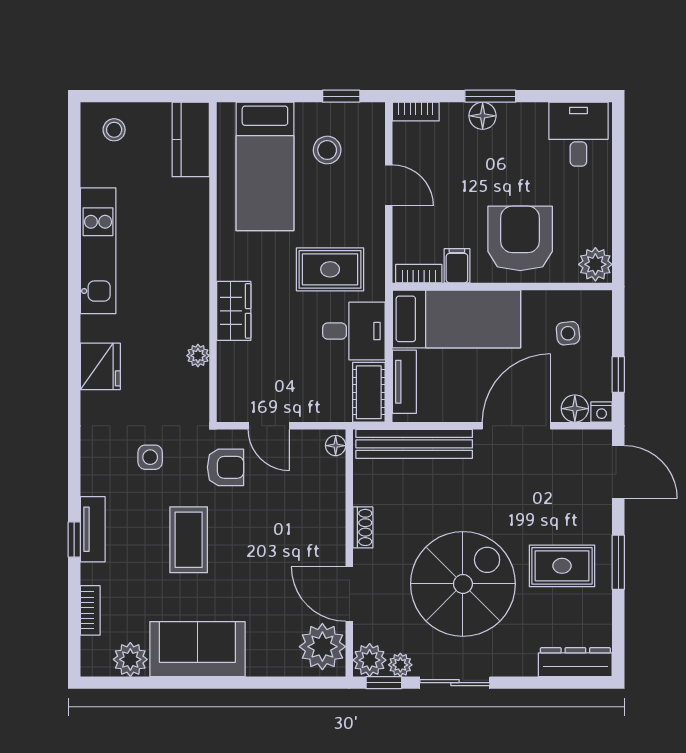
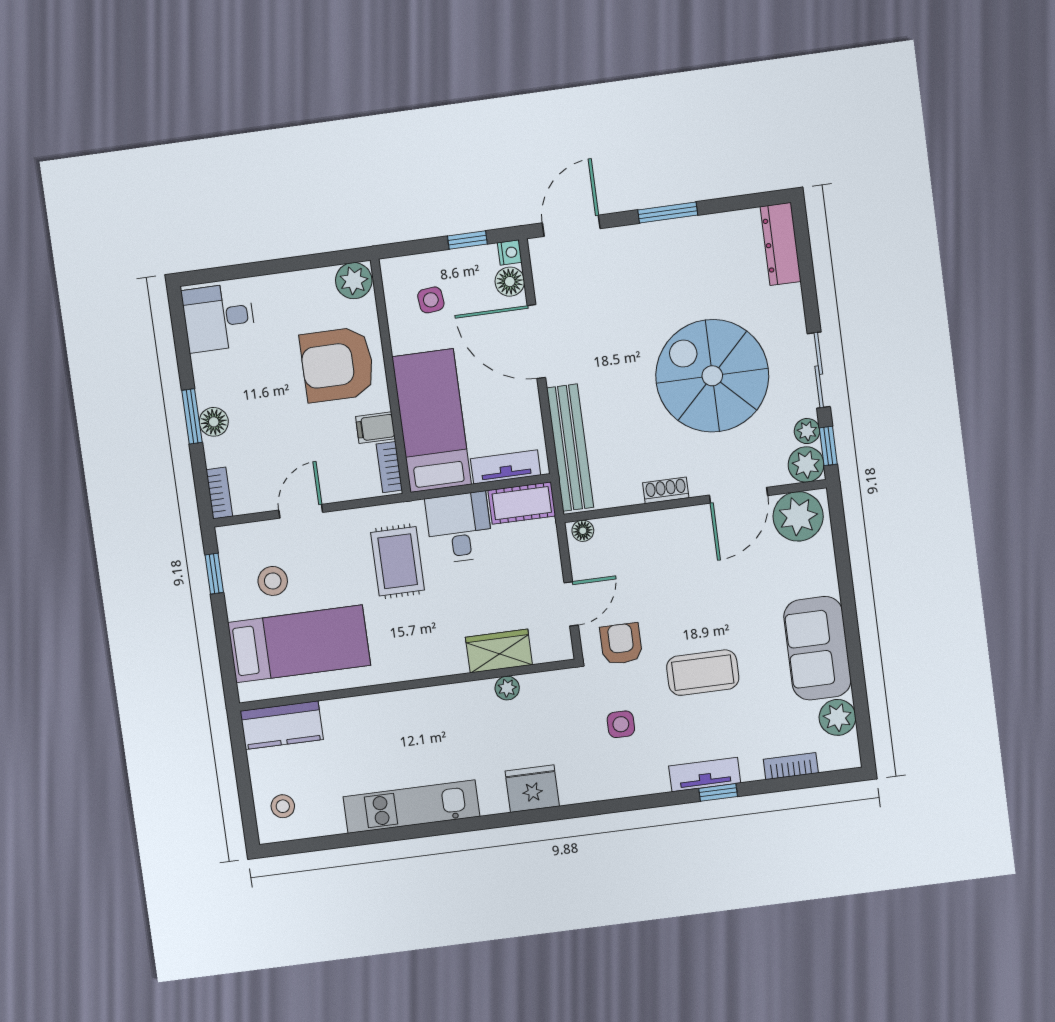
wardrobe: (234, 311) -> (499, 651), moved
rug: (562, 566) -> (679, 272), removed

